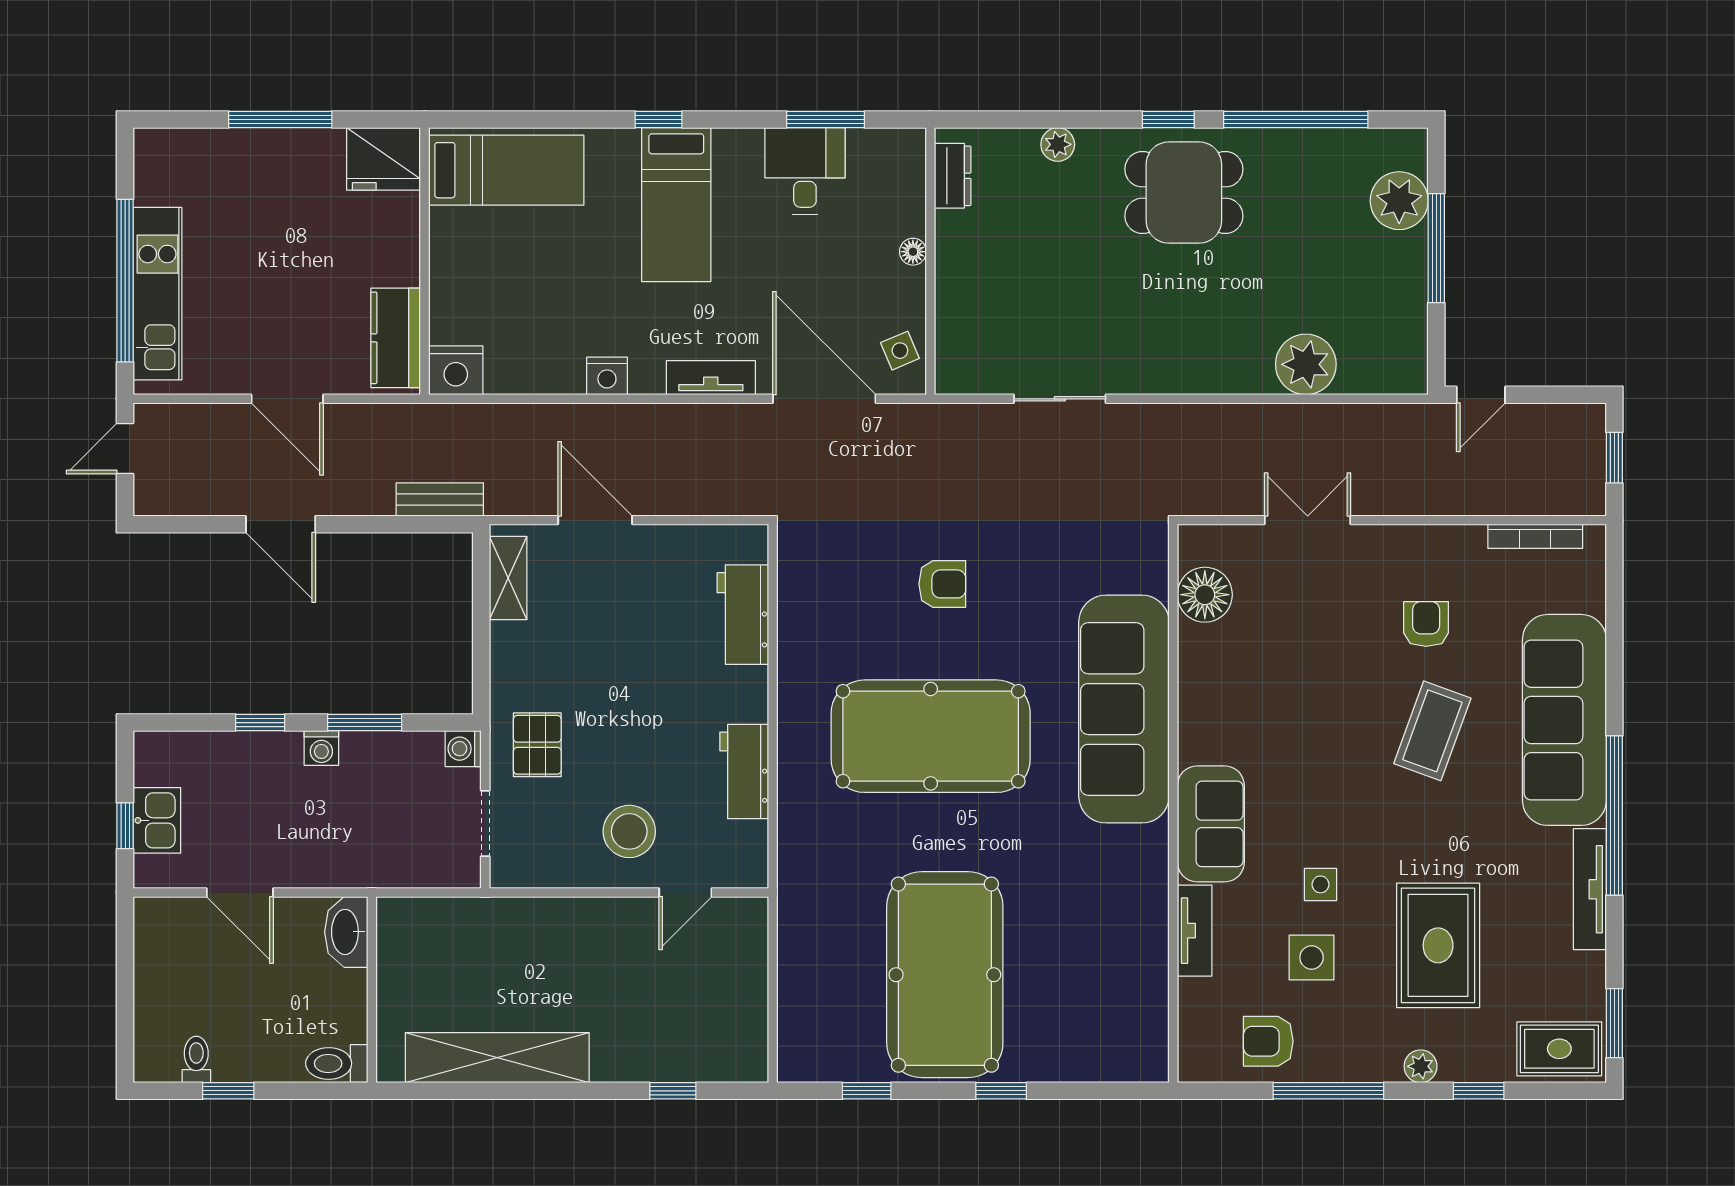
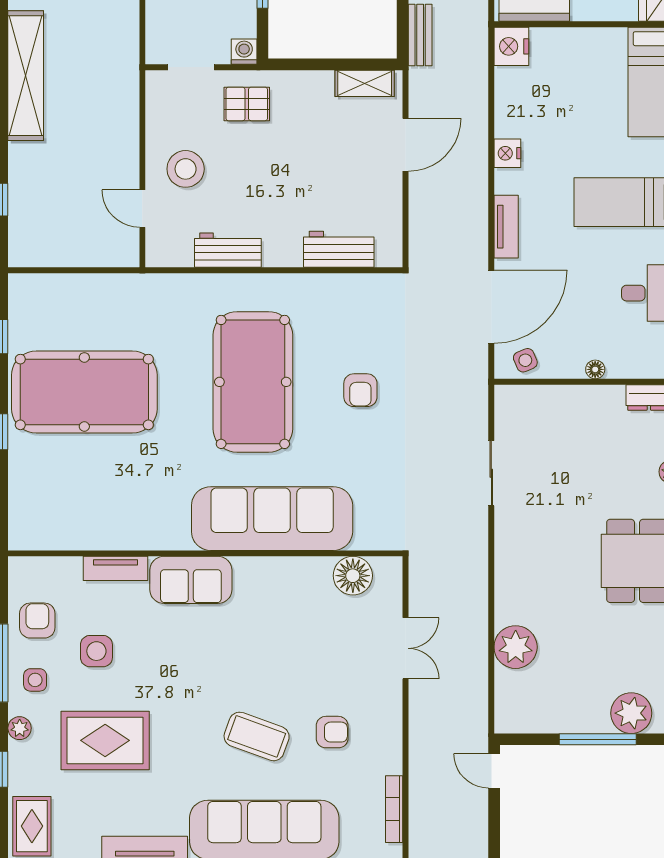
side table: (1320, 884) -> (35, 680), moved

